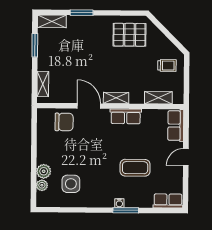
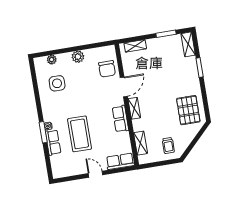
coffee table: (135, 168) -> (80, 134), width x1.36, depth x1.32
plant: (44, 171) -> (78, 57), moved
row of seats: (168, 201) -> (53, 142), moved

